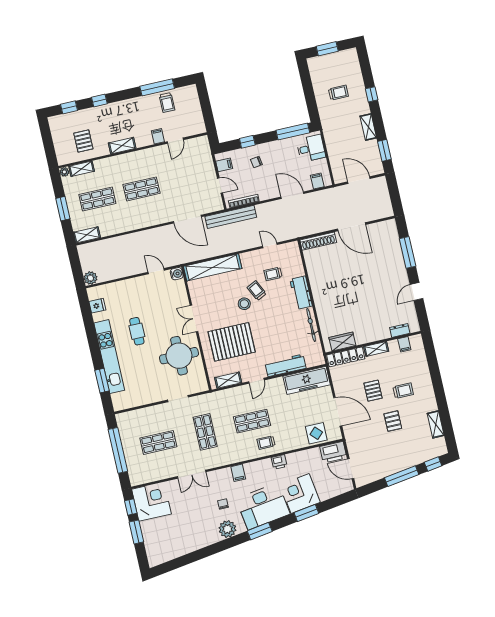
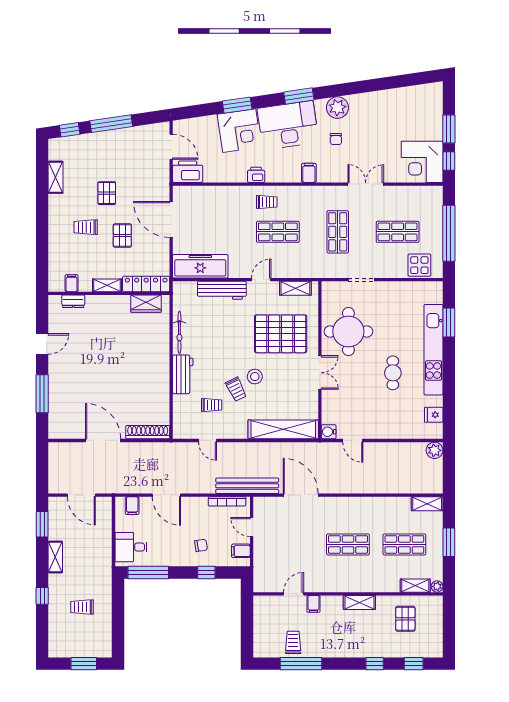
display table: (316, 433) -> (419, 265), moved

